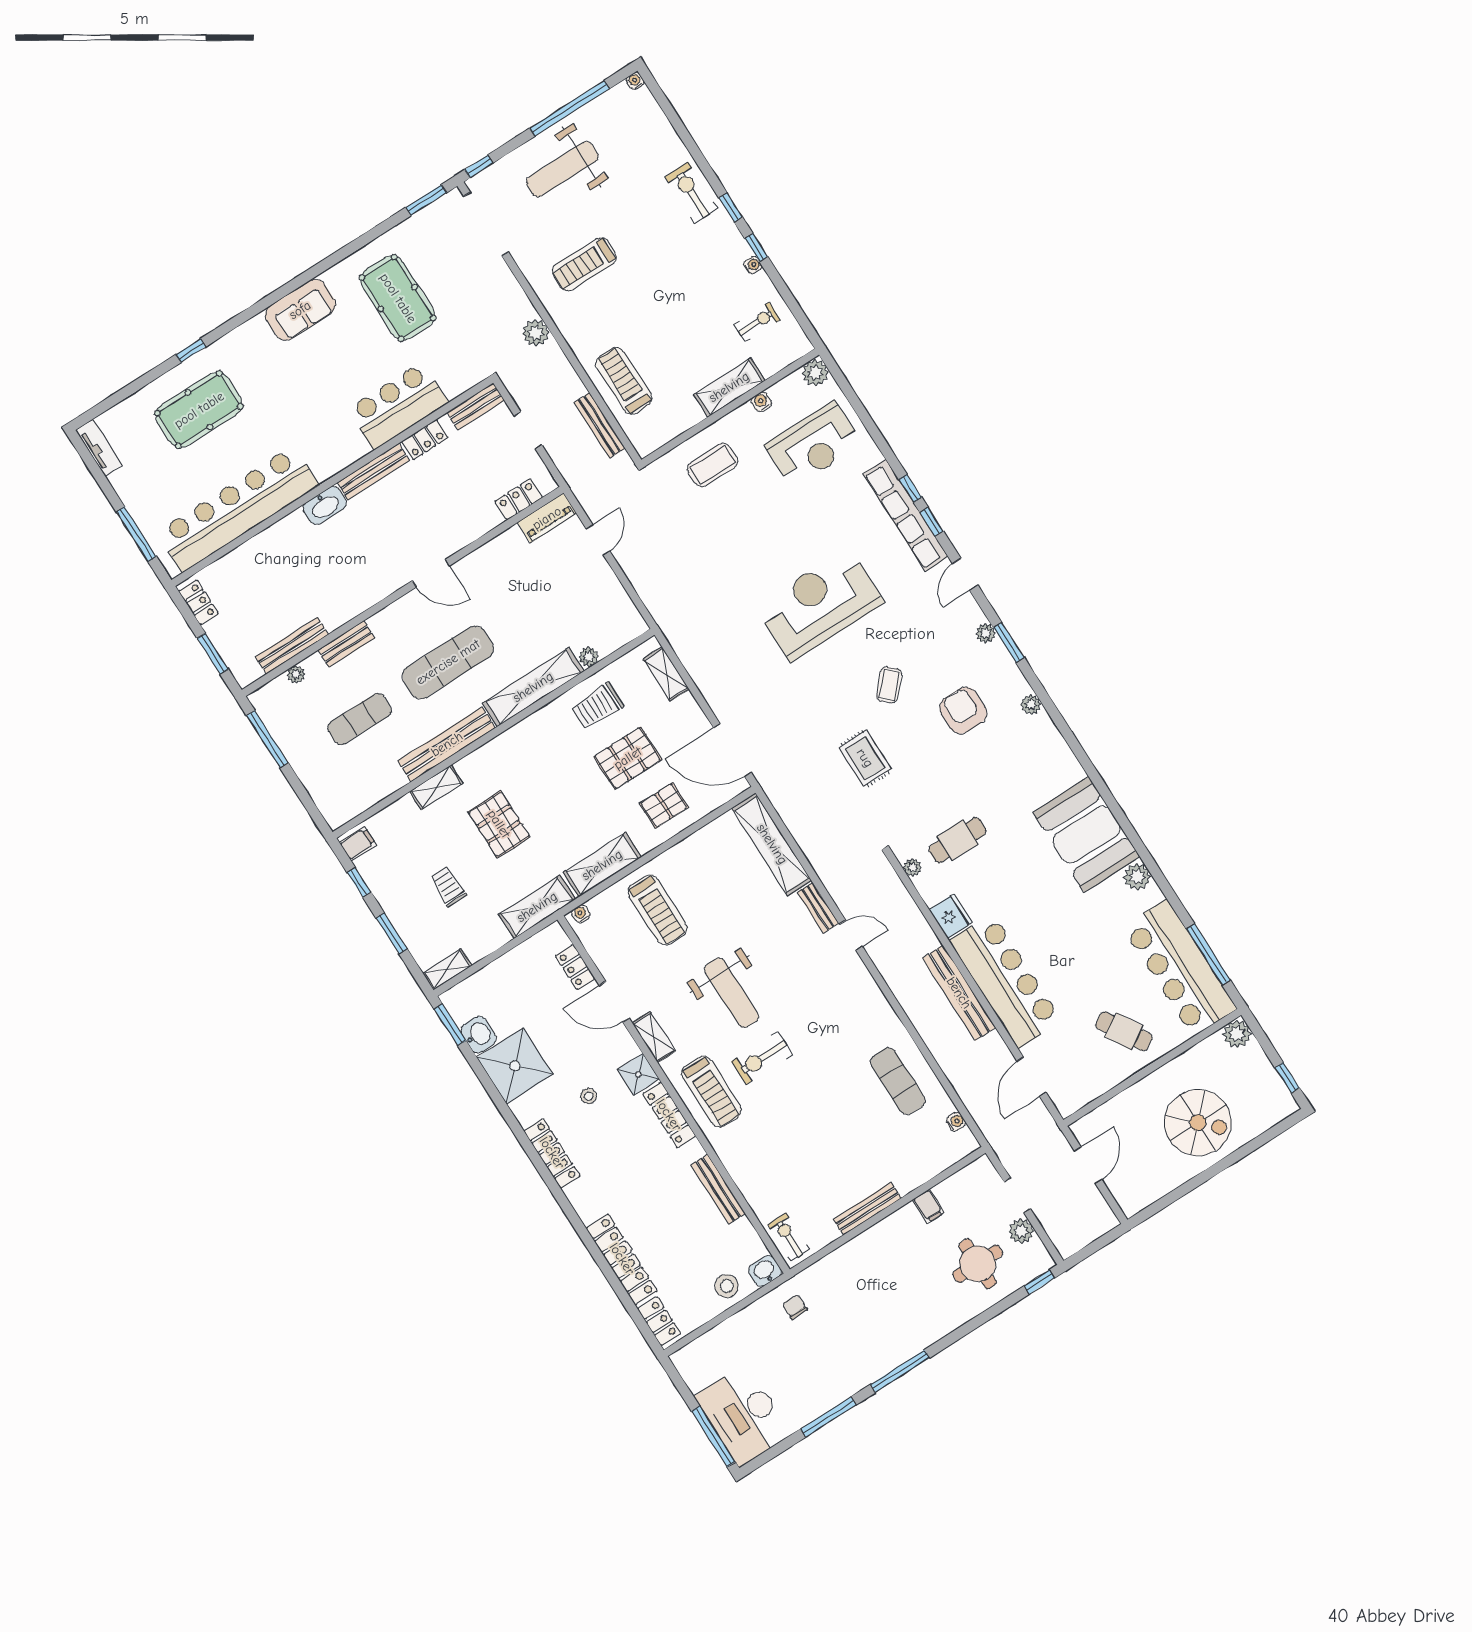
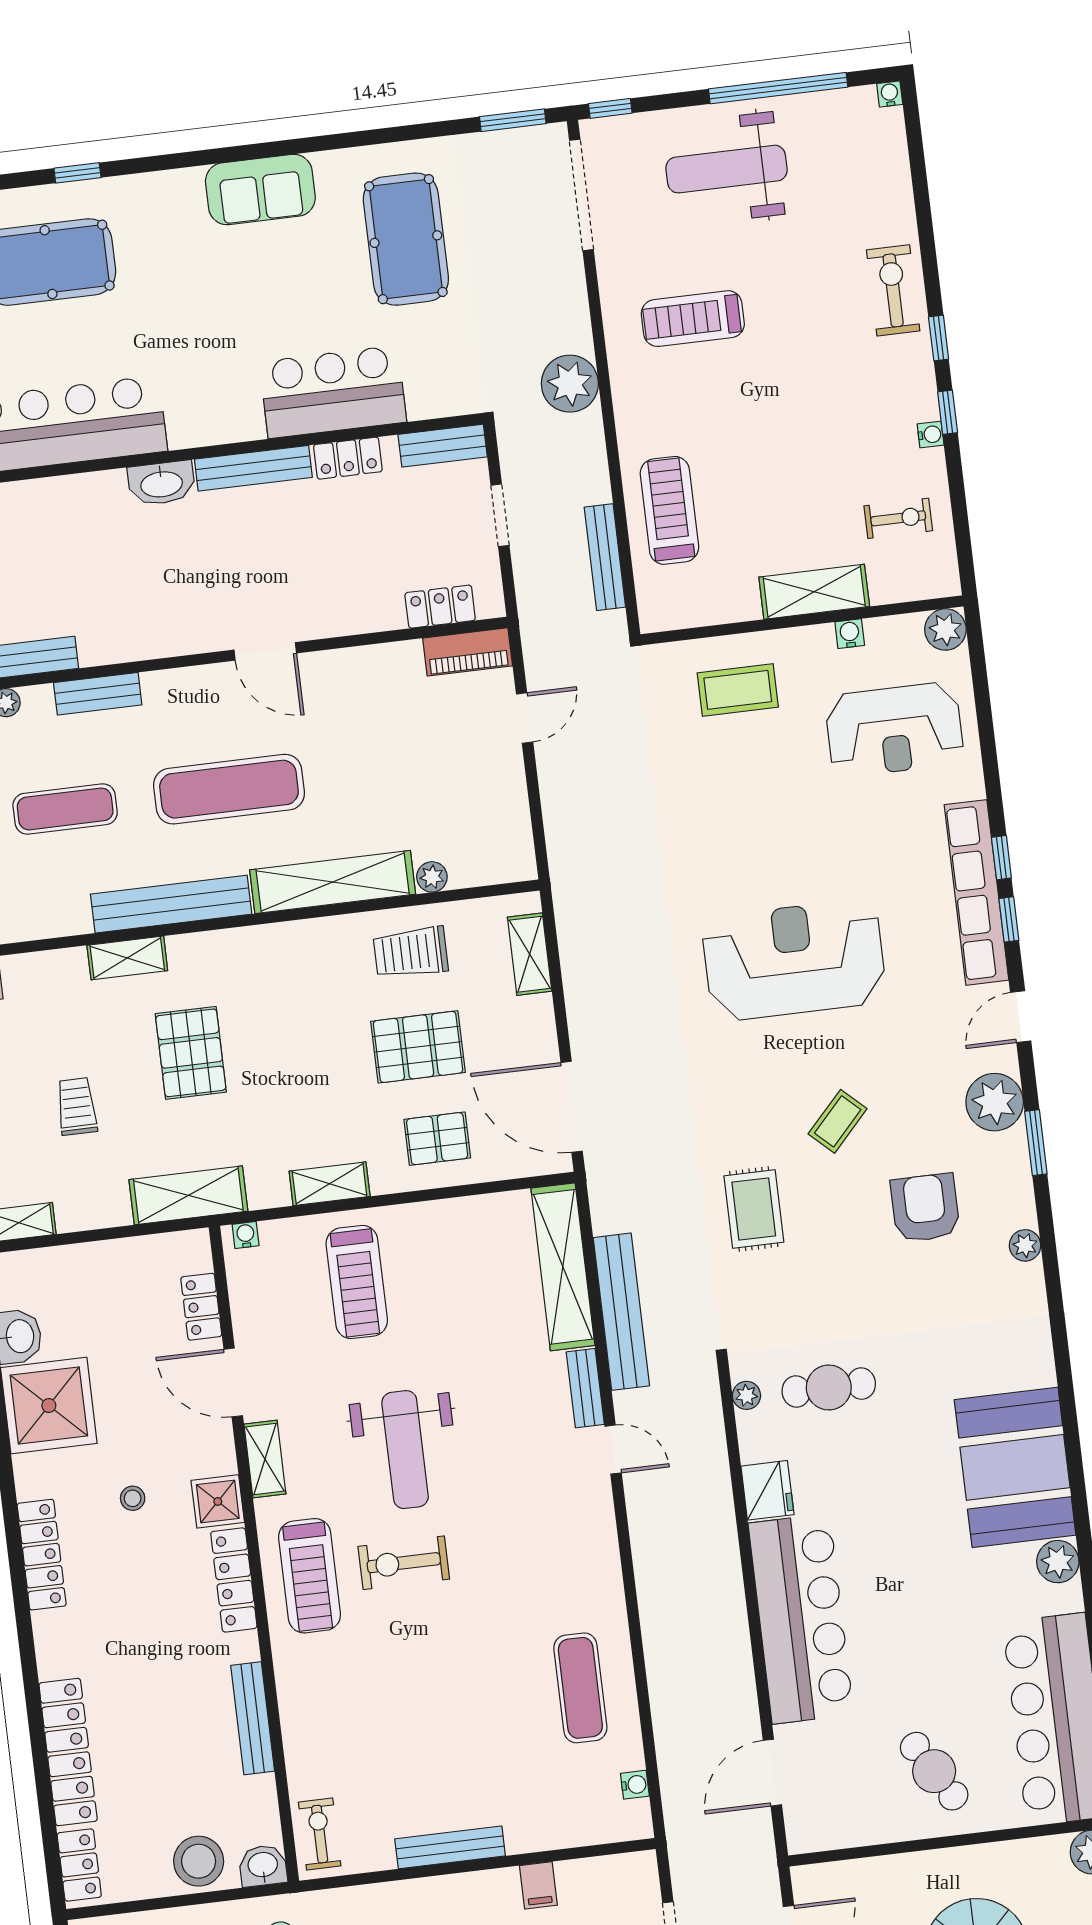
plant: (536, 333) -> (570, 384), width x1.36, depth x1.36
plant: (986, 633) -> (995, 1102), width x1.87, depth x1.87
shelving: (602, 865) -> (330, 1184), width x0.67, depth x0.75
bench: (959, 993) -> (621, 1312), moved
stool: (727, 1286) -> (199, 1861), width x1.38, depth x1.38

